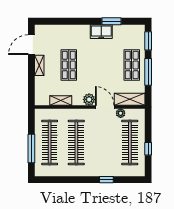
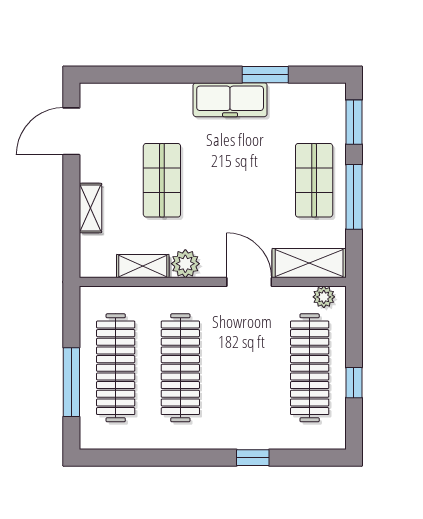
freezer: (101, 32) -> (230, 100), width x1.40
shelving: (39, 65) -> (90, 208), moved
plant: (89, 99) -> (185, 264), moved
plant: (121, 113) -> (324, 297), moved

